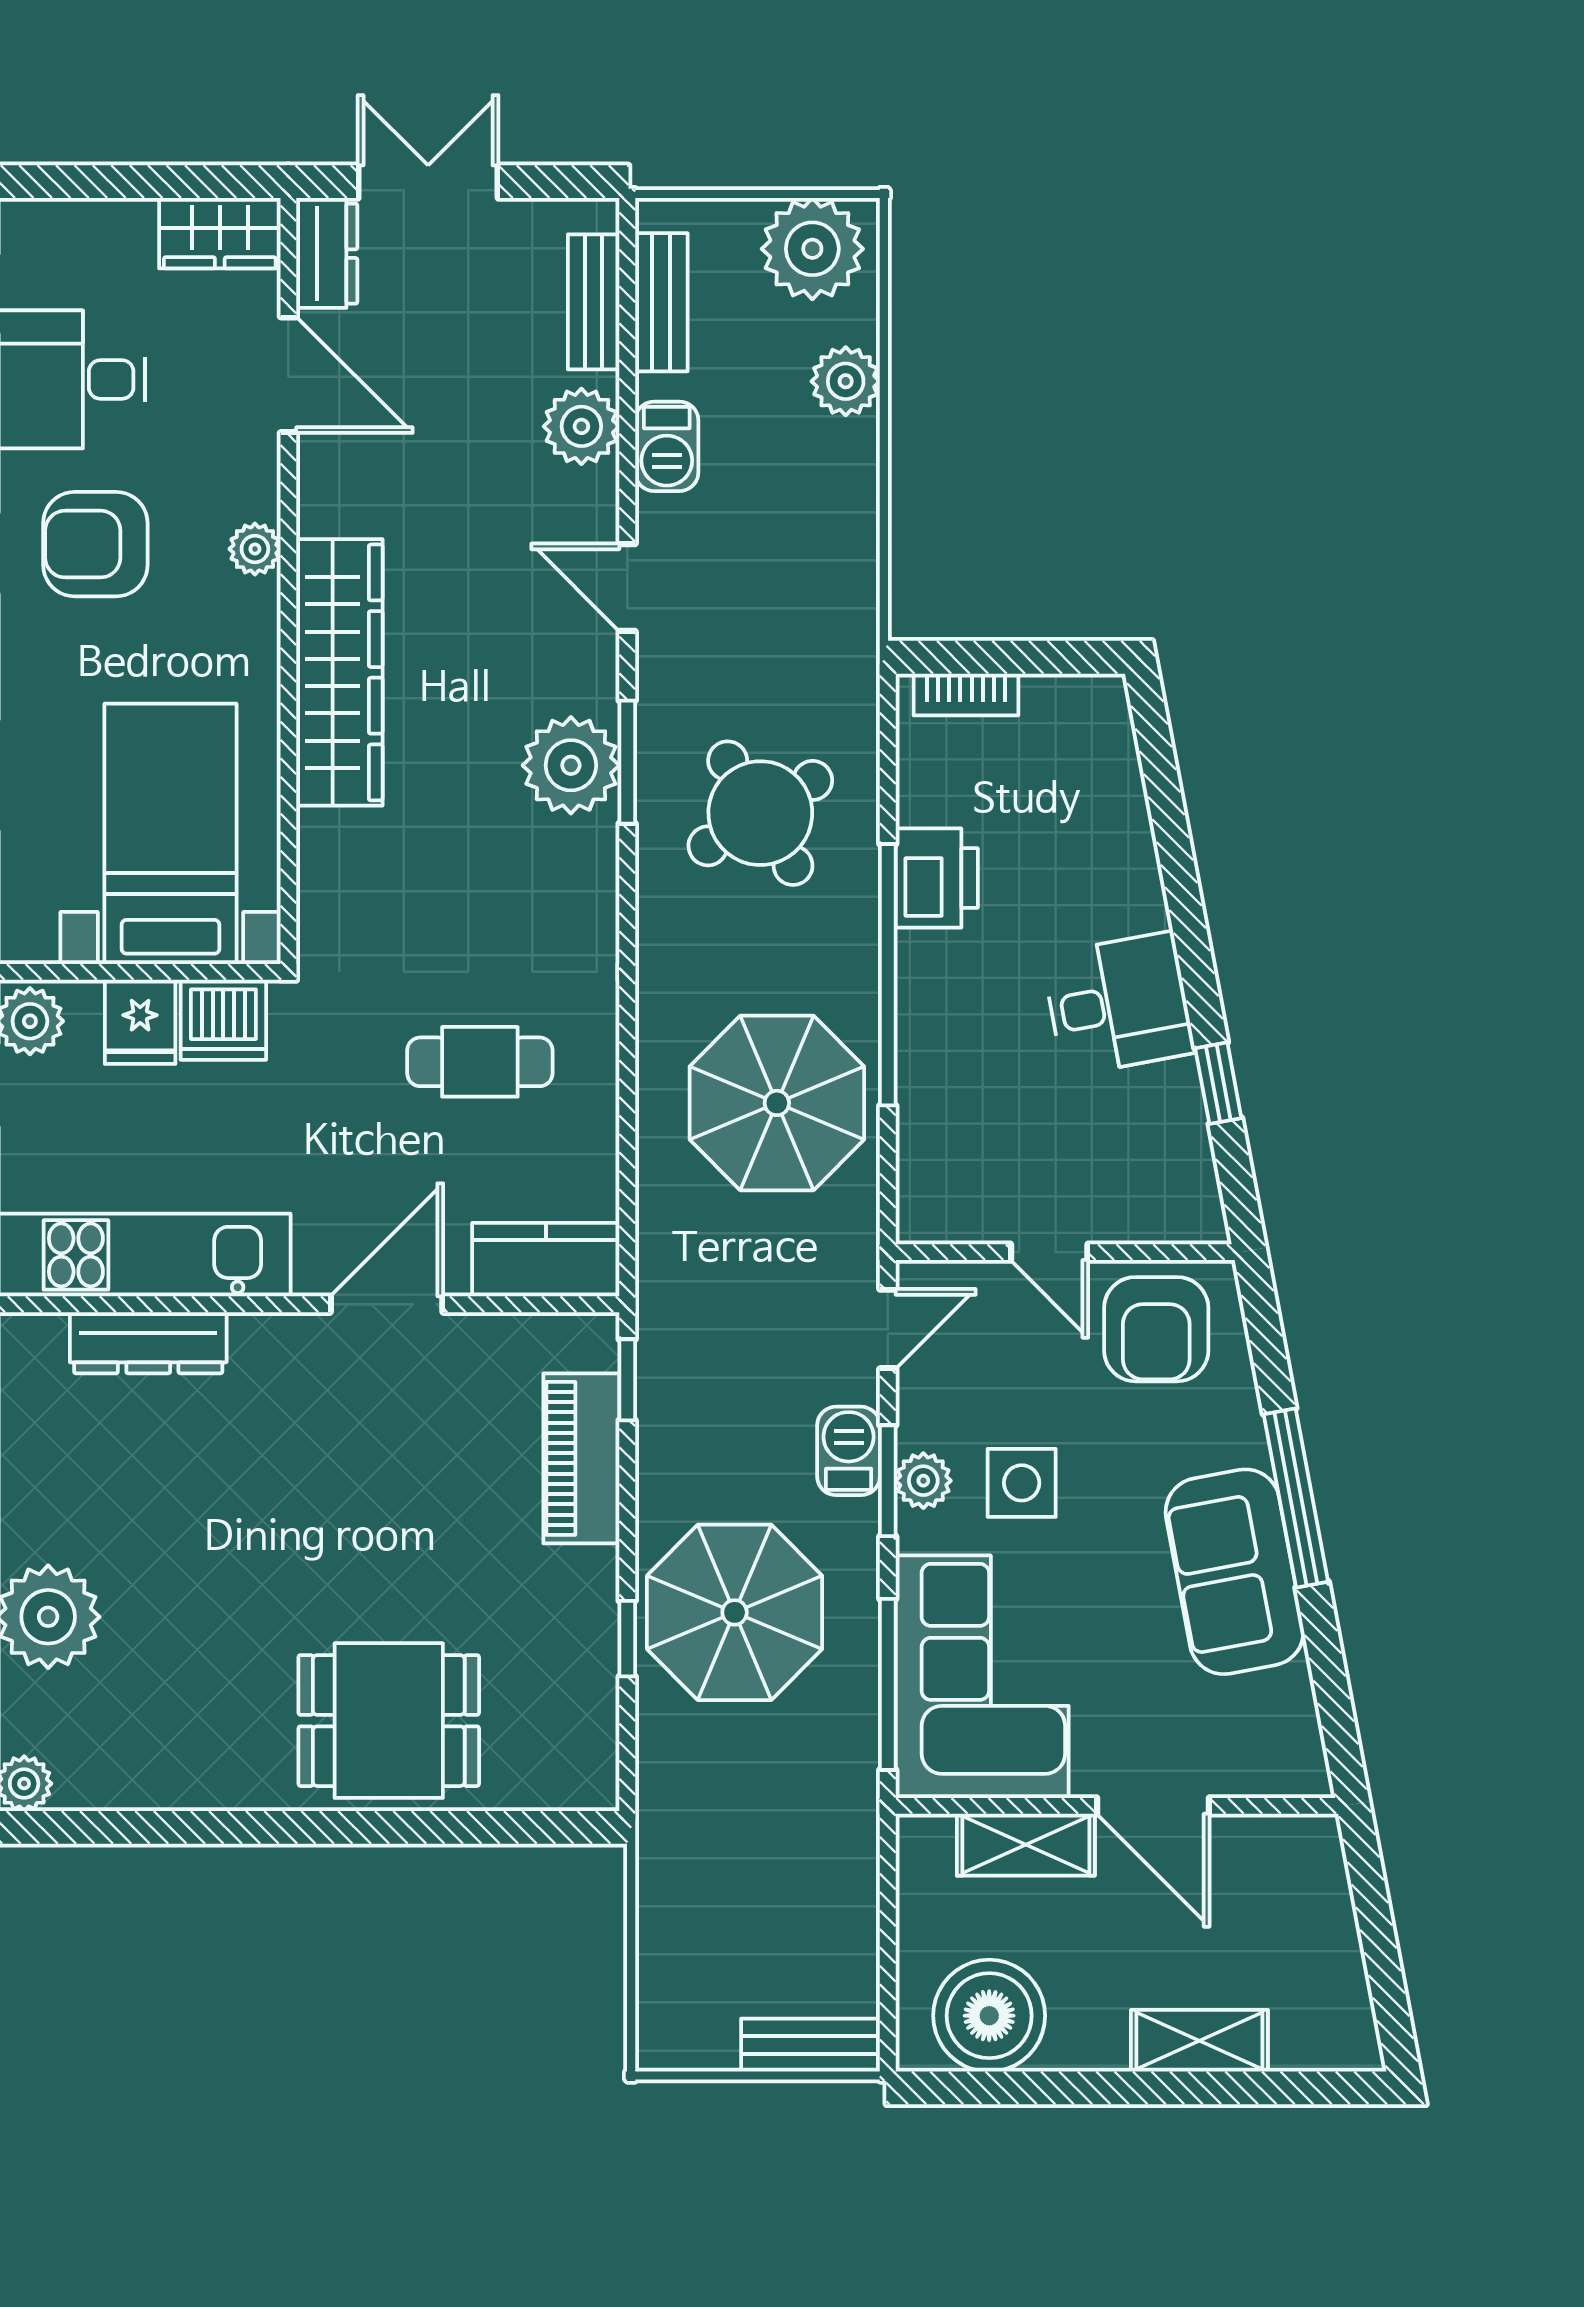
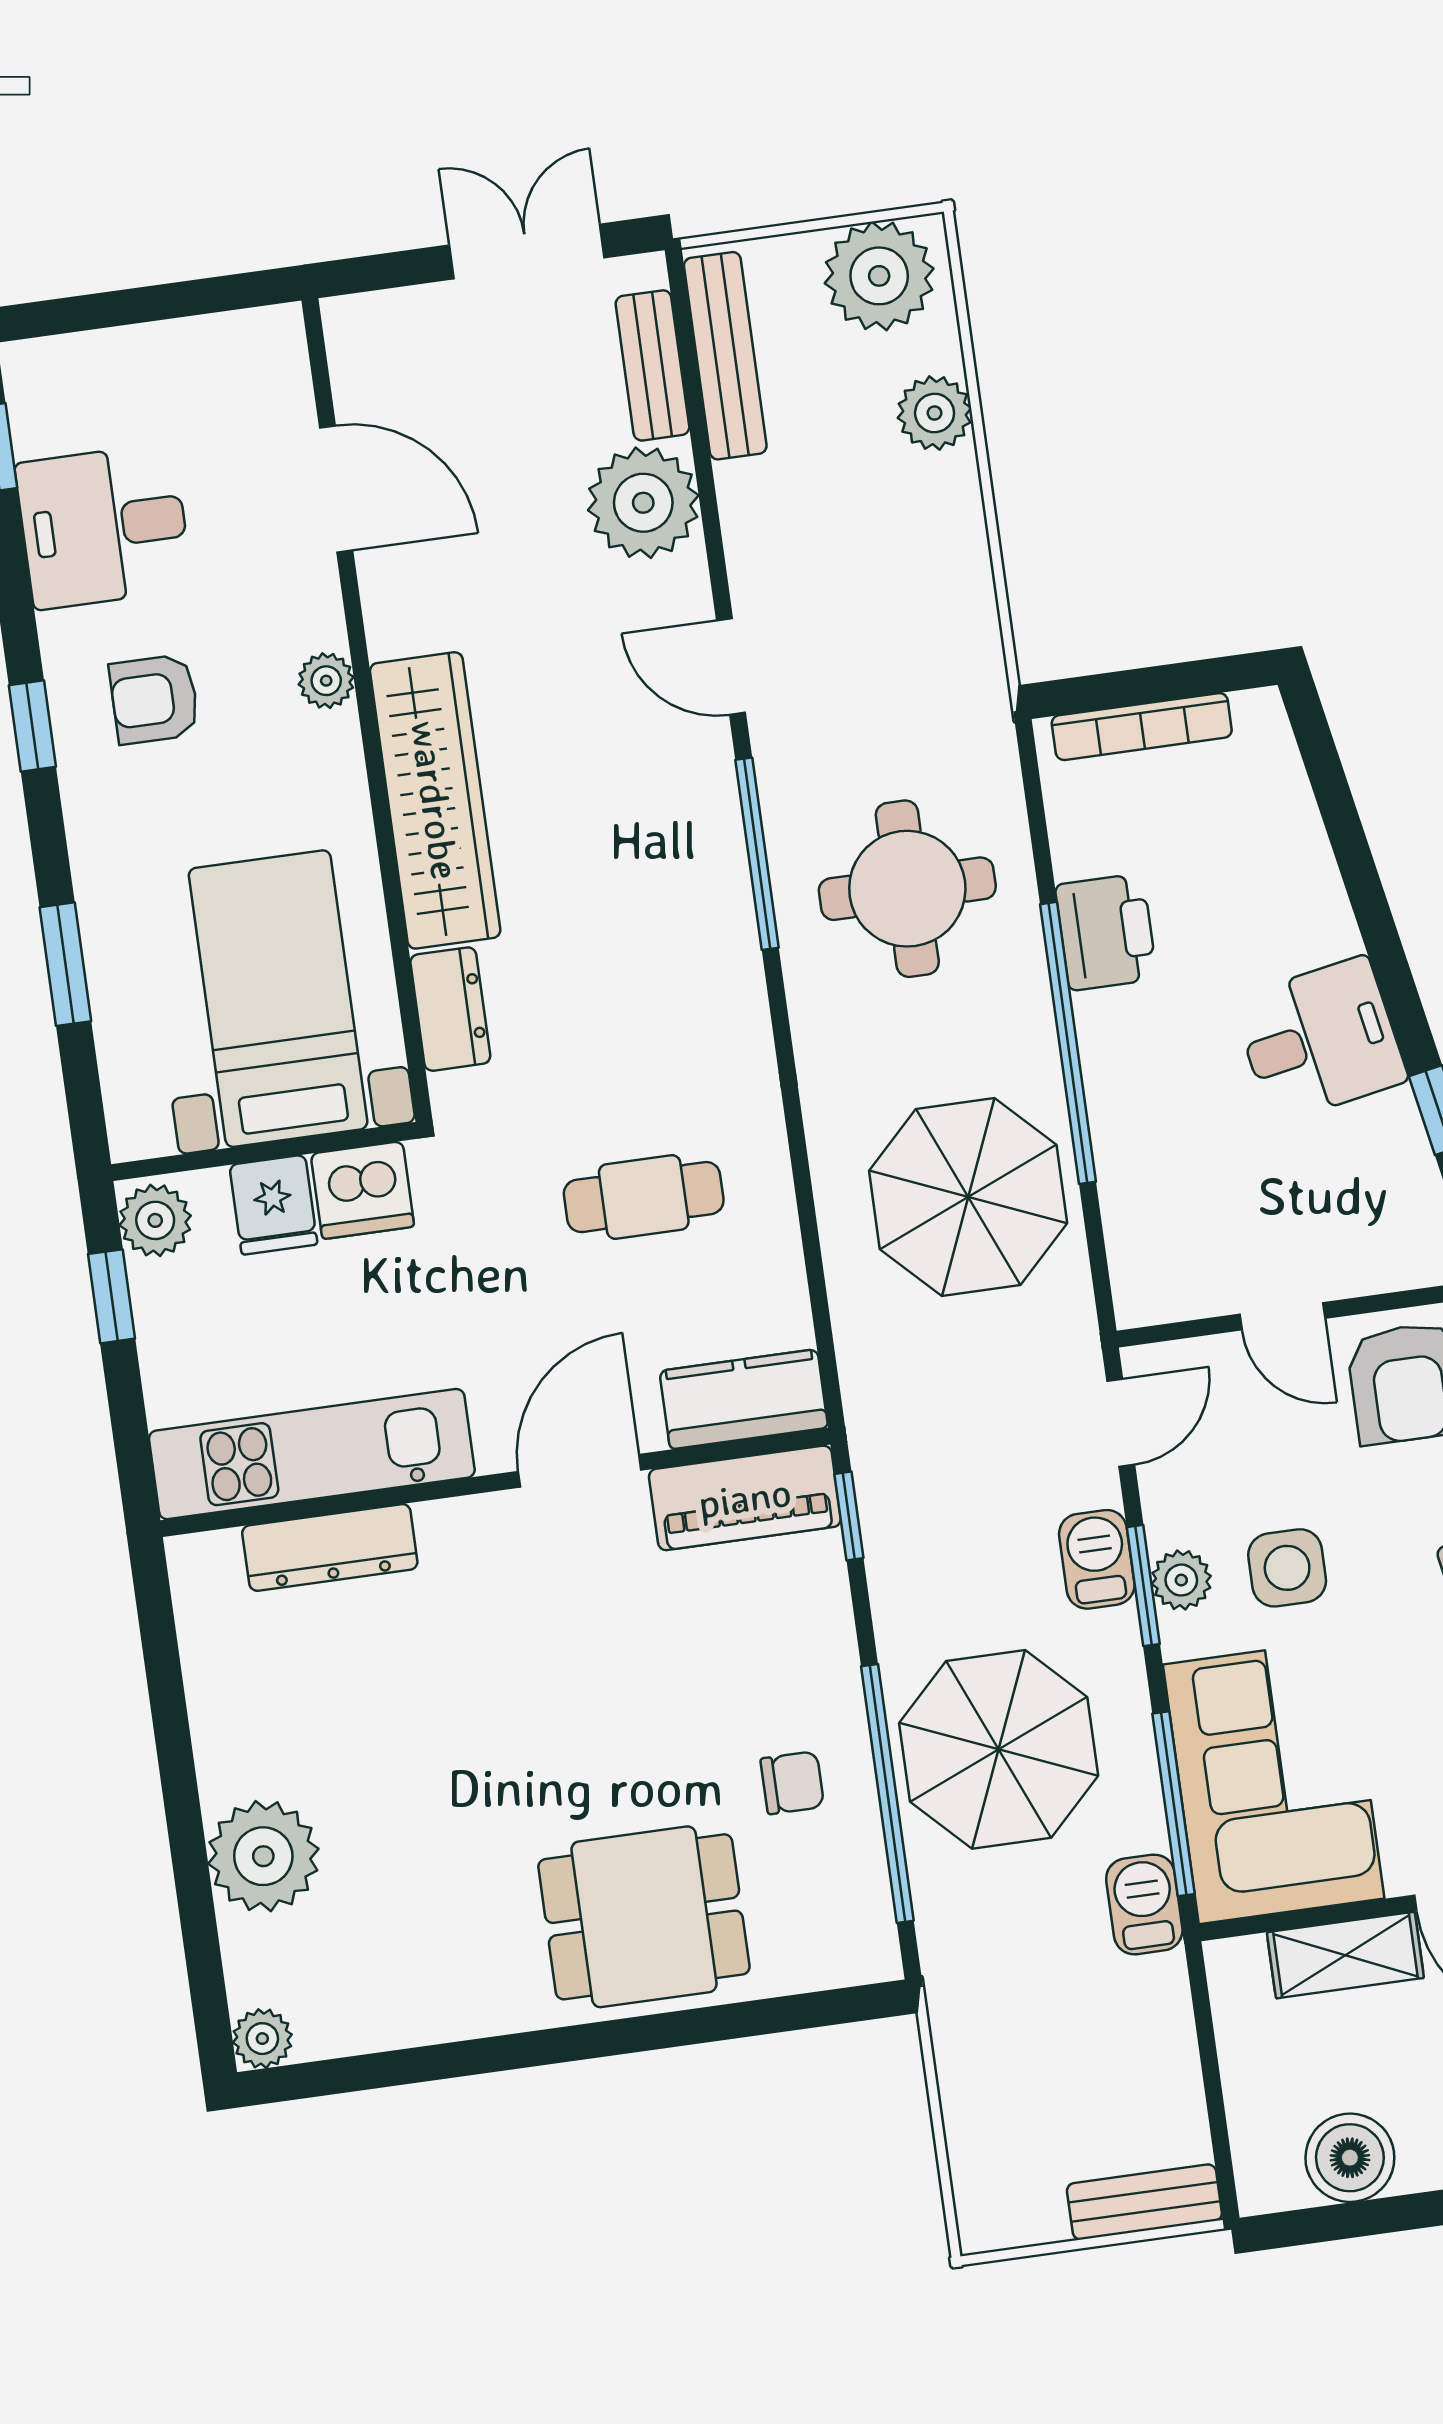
double door: (428, 182) -> (527, 251), moved
wardrobe: (220, 233) -> (242, 347), removed
dresser: (327, 254) -> (450, 1009), moved
bench: (661, 302) -> (725, 356), width x1.36
plant: (581, 426) -> (643, 503), width x1.36, depth x1.36
barbecue: (667, 446) -> (1144, 1904), moved, turned 180
armchair: (95, 544) -> (154, 699), width x0.72, depth x0.72
bookcase: (966, 695) -> (1142, 727), width x1.56
window: (627, 762) -> (757, 854), width x1.44
plant: (571, 765) -> (697, 866), removed
round table: (760, 813) -> (907, 889), turned 32
piano: (581, 1458) -> (745, 1498), moved, turned -90
chair: (541, 1617) -> (792, 1783), added
window: (627, 1639) -> (887, 1793), width x3.17
boiler: (989, 2016) -> (1350, 2158), width x0.73, depth x0.73

